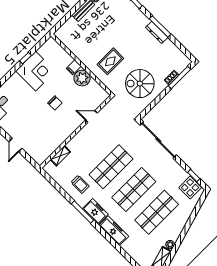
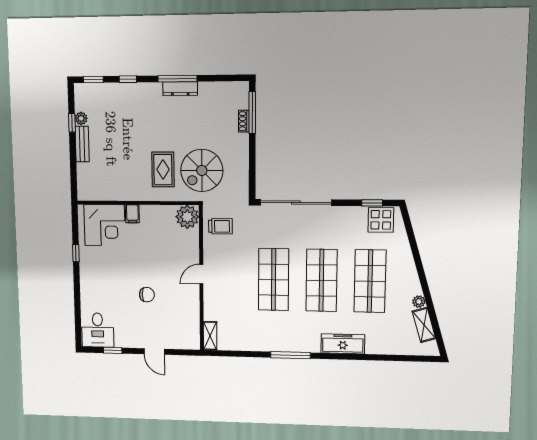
corner desk: (36, 71) -> (104, 225), moved, turned 90
plant: (82, 78) -> (187, 217), moved
spiral stairs: (140, 84) -> (202, 170), moved
chair: (55, 103) -> (147, 295), moved
door: (91, 117) -> (201, 274), moved
shelving: (60, 156) -> (210, 336), moved
trolley: (80, 184) -> (220, 226), moved
freezer: (95, 212) -> (303, 342), removed

